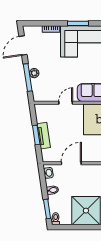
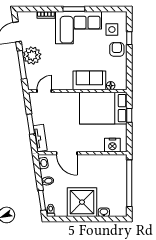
plant: (34, 73) -> (32, 56), width x1.87, depth x1.87
door: (66, 103) -> (44, 91), moved
tv unit: (44, 136) -> (40, 138), moved
door: (71, 163) -> (67, 153), swing flipped

